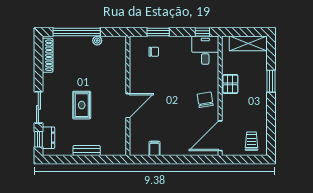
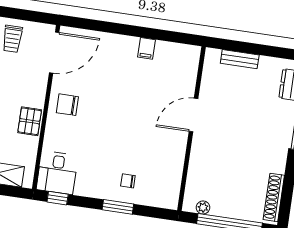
wall: (128, 96) -> (191, 129), moved
chair: (205, 100) -> (67, 105), turned 99
rug: (82, 105) -> (237, 122), removed
door: (128, 106) -> (193, 115), moved

